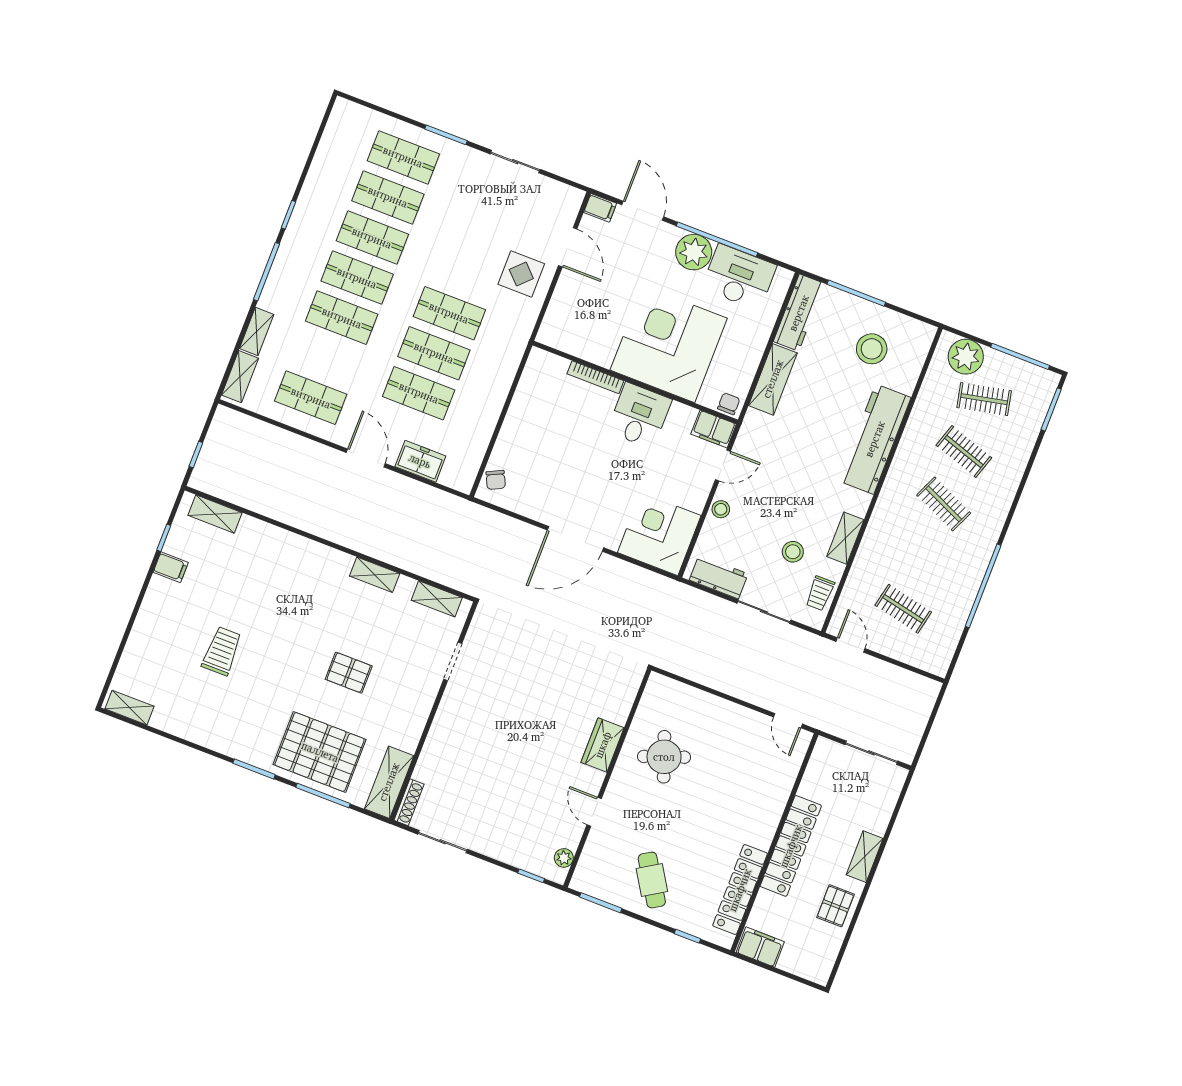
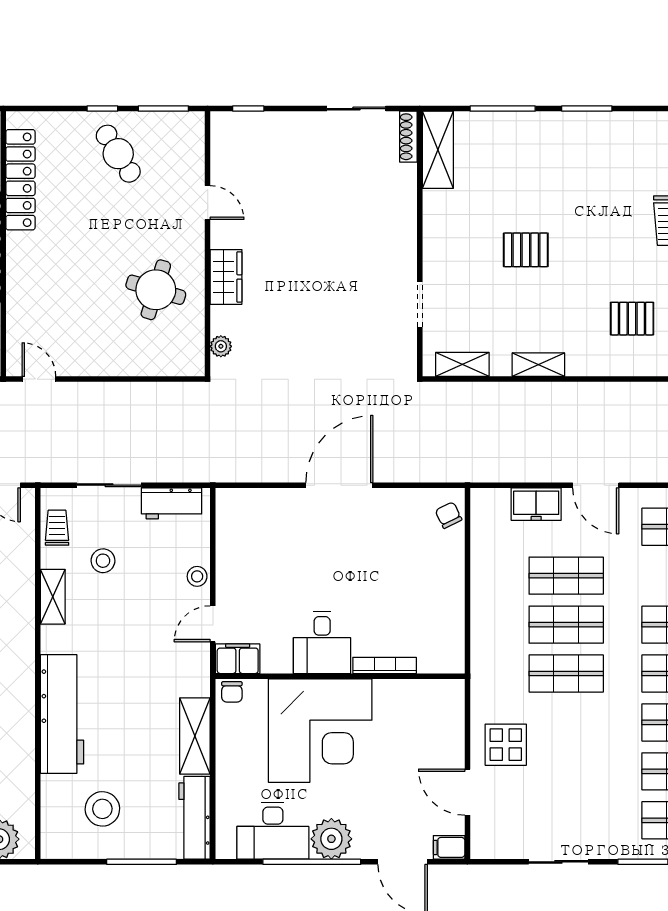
corner desk: (659, 534) -> (252, 525), removed
pallet: (320, 752) -> (632, 319), moved, width x0.49, depth x0.50
round table: (664, 757) -> (156, 290), turned 37
plant: (564, 858) -> (221, 346), moved
window: (687, 936) -> (102, 109), moved

